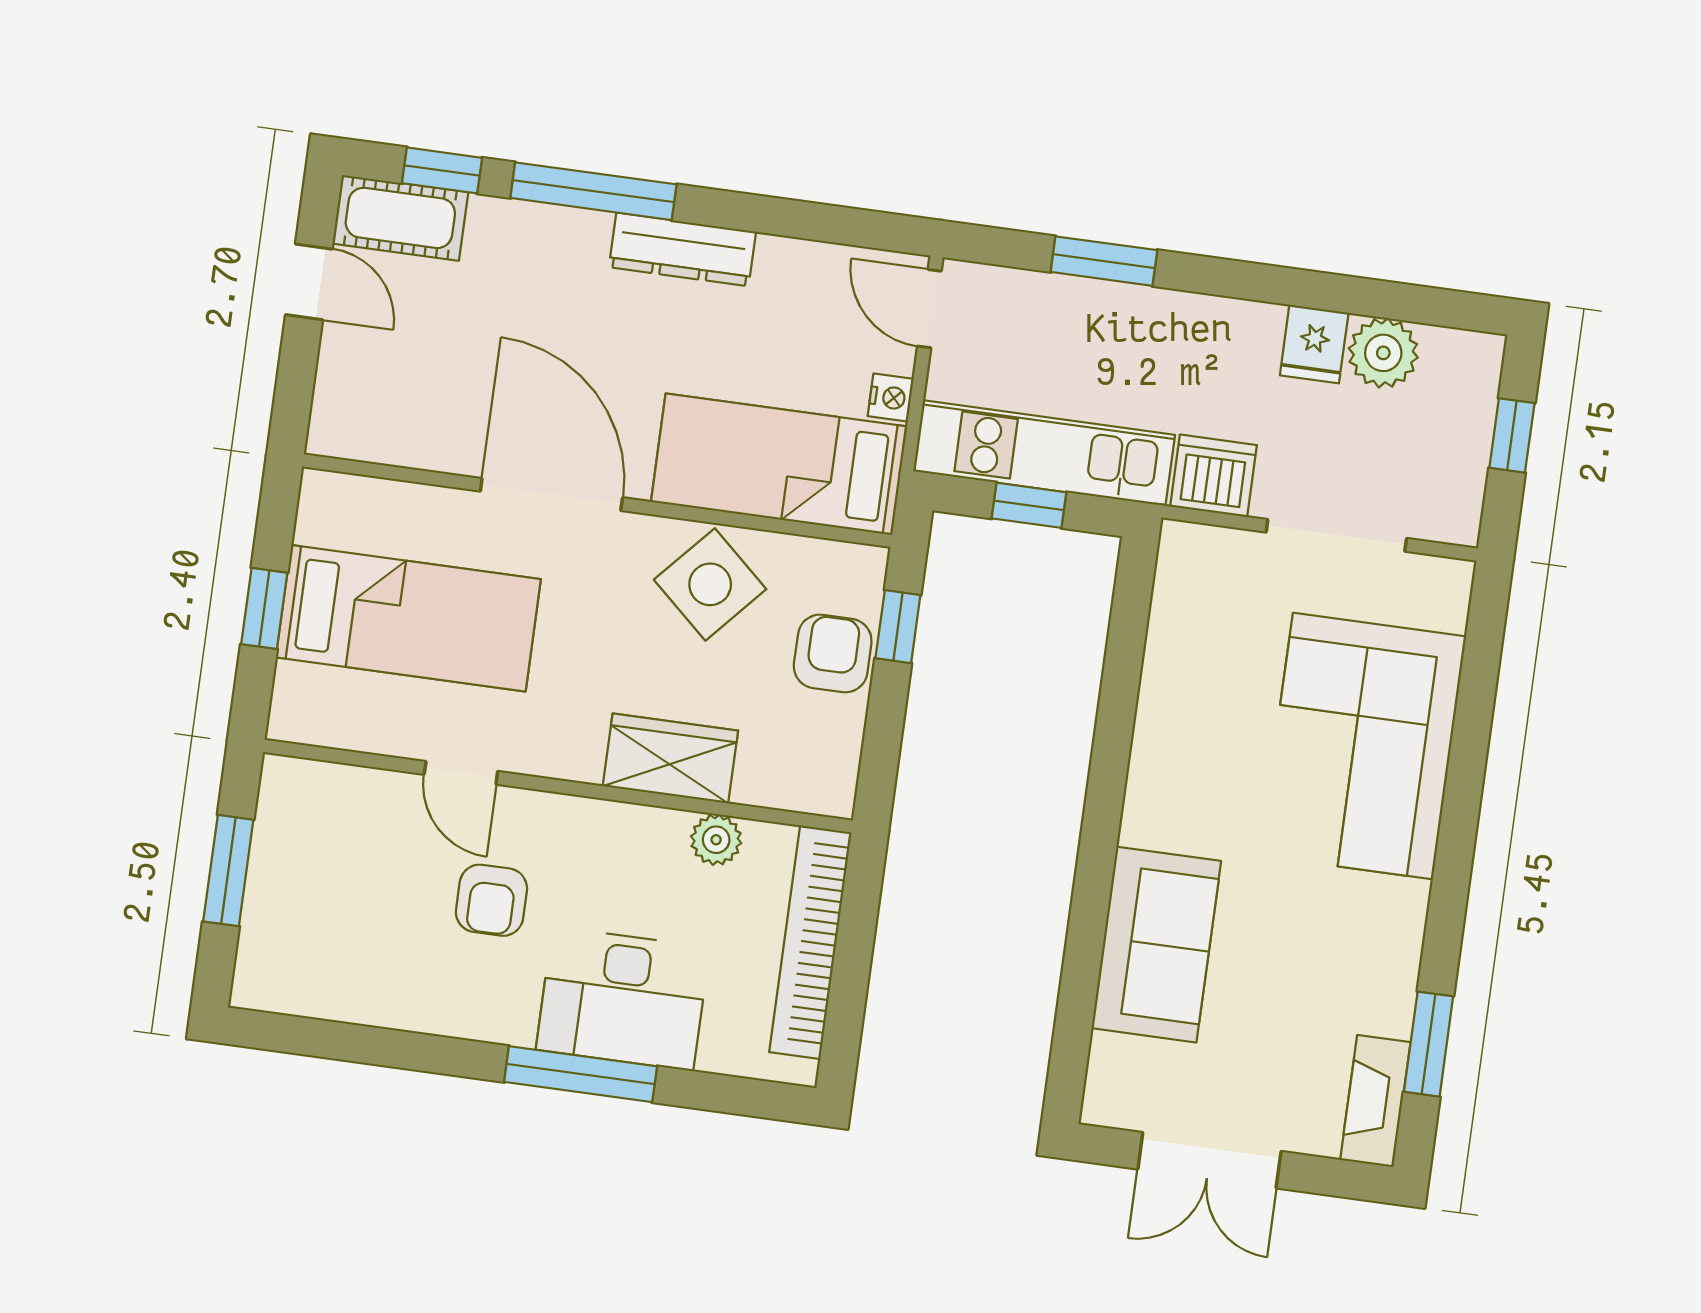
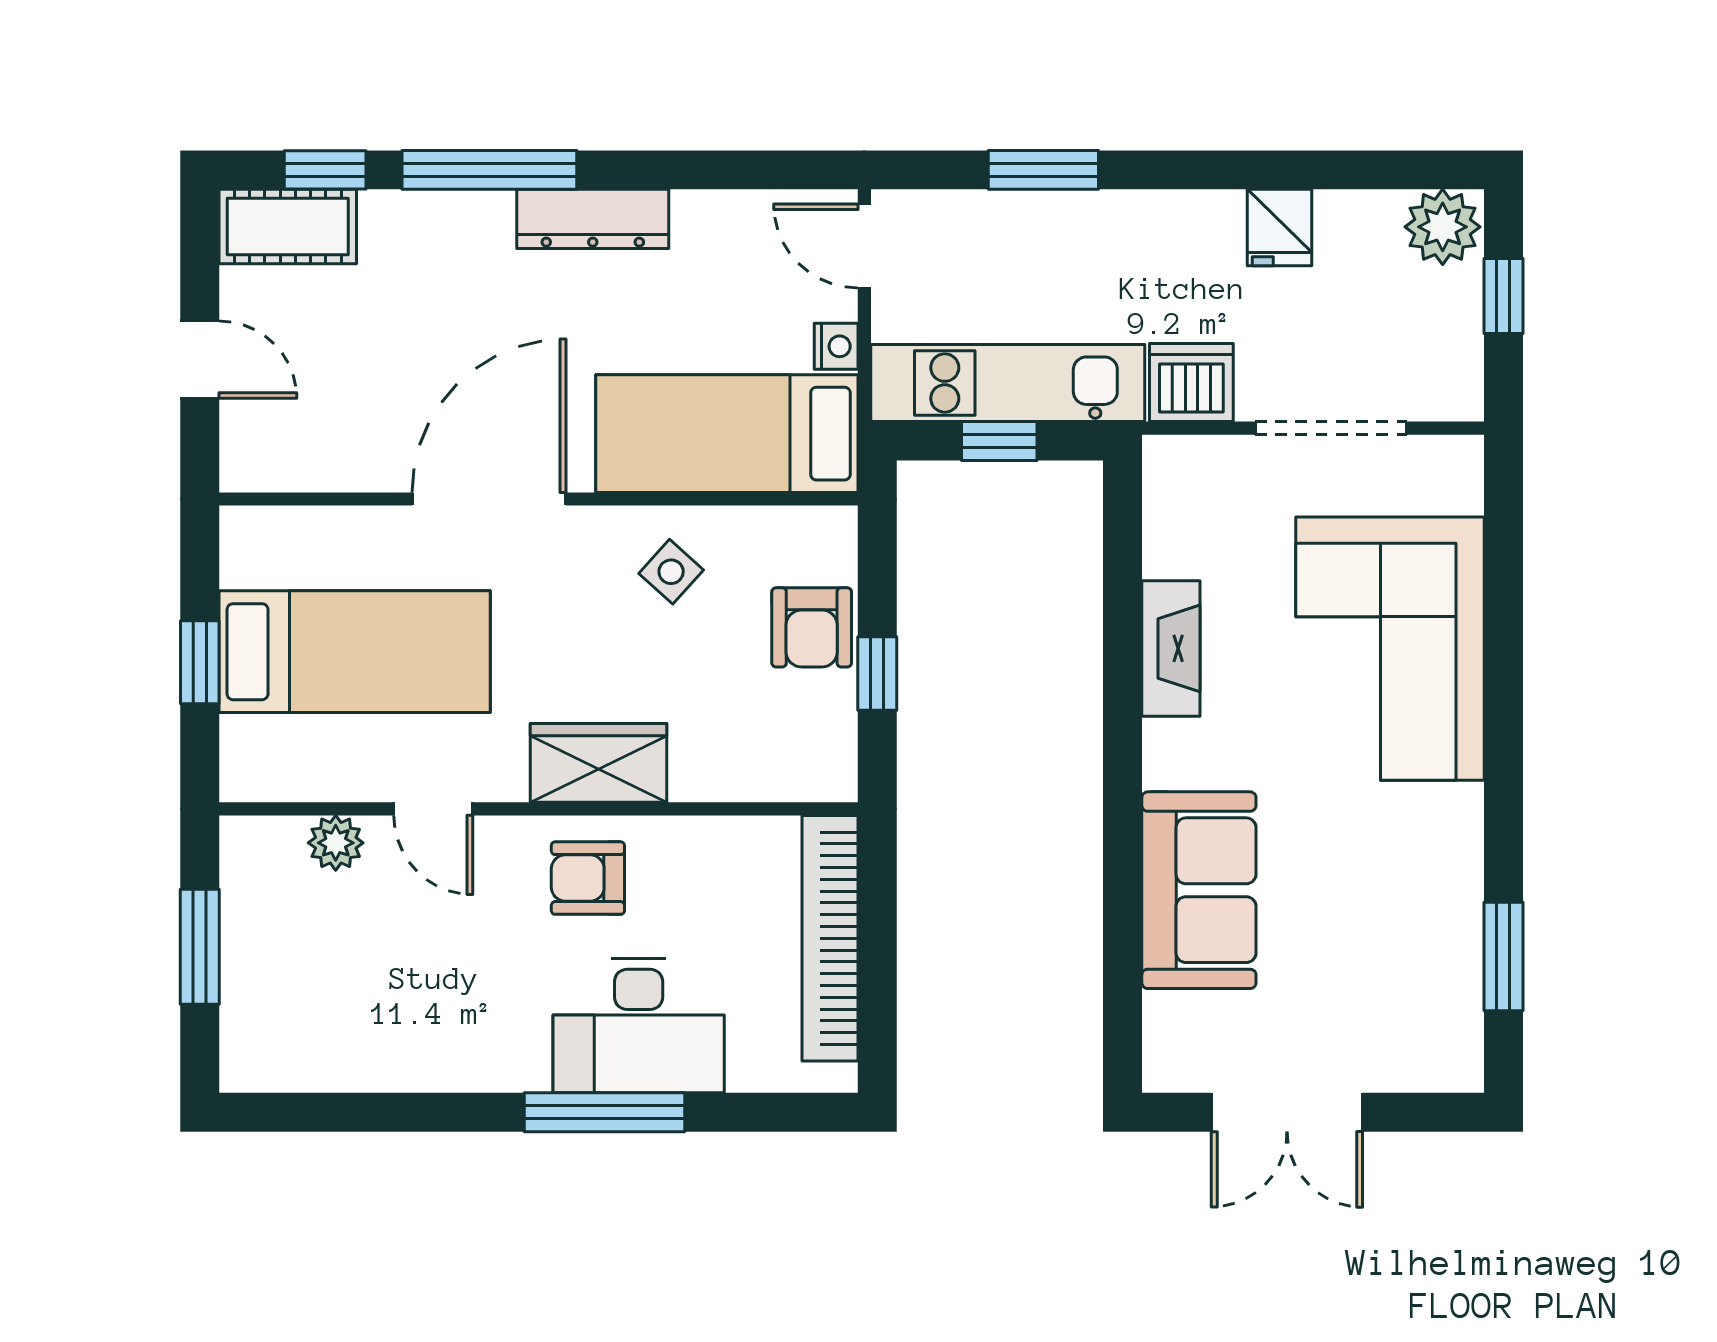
door: (309, 282) -> (200, 360), moved
plant: (1383, 353) -> (1443, 227), moved
door: (551, 494) -> (489, 499), hinge flipped
side table: (710, 584) -> (671, 572), width x0.54, depth x0.54
window: (898, 627) -> (877, 674), moved
armchair: (833, 653) -> (812, 627), turned 180
wardrobe: (670, 758) -> (598, 763), moved
plant: (716, 840) -> (336, 843), moved
armchair: (491, 900) -> (588, 878), moved, turned 90
fireplace: (1375, 1101) -> (1171, 648), moved, turned 180

